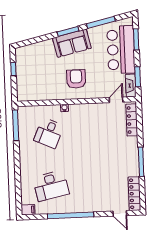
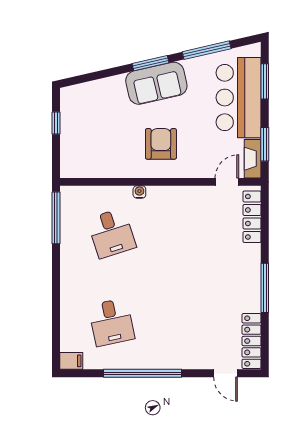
desk: (49, 133) -> (111, 233), turned -42
desk: (51, 186) -> (111, 322), width x0.73

